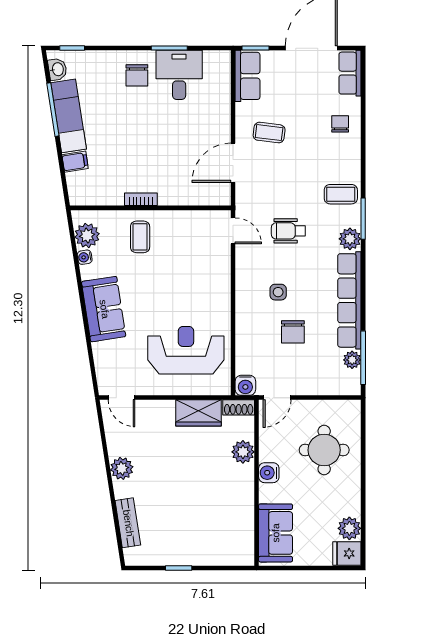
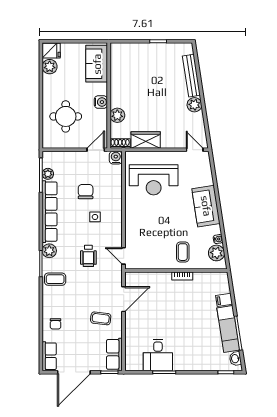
chair: (137, 75) -> (185, 355), removed
wheelchair: (288, 231) -> (88, 256), turned 90
bench: (128, 523) -> (191, 76), width x1.36

